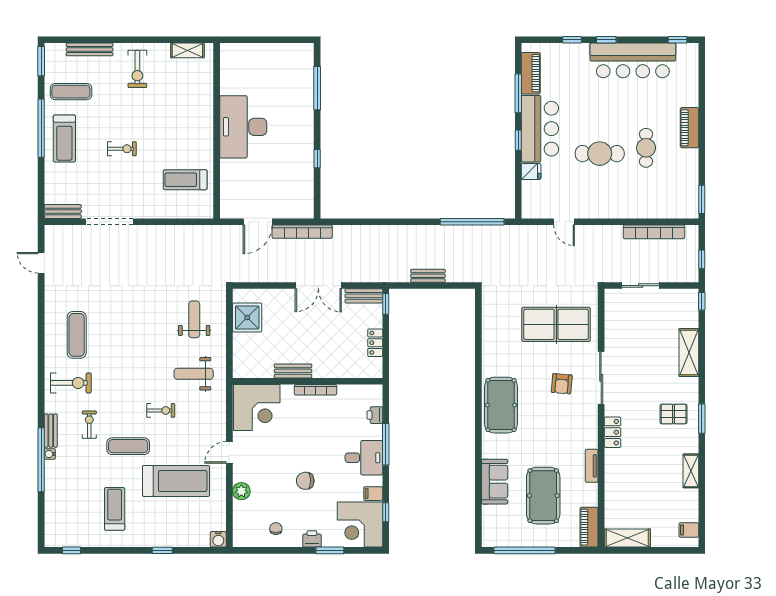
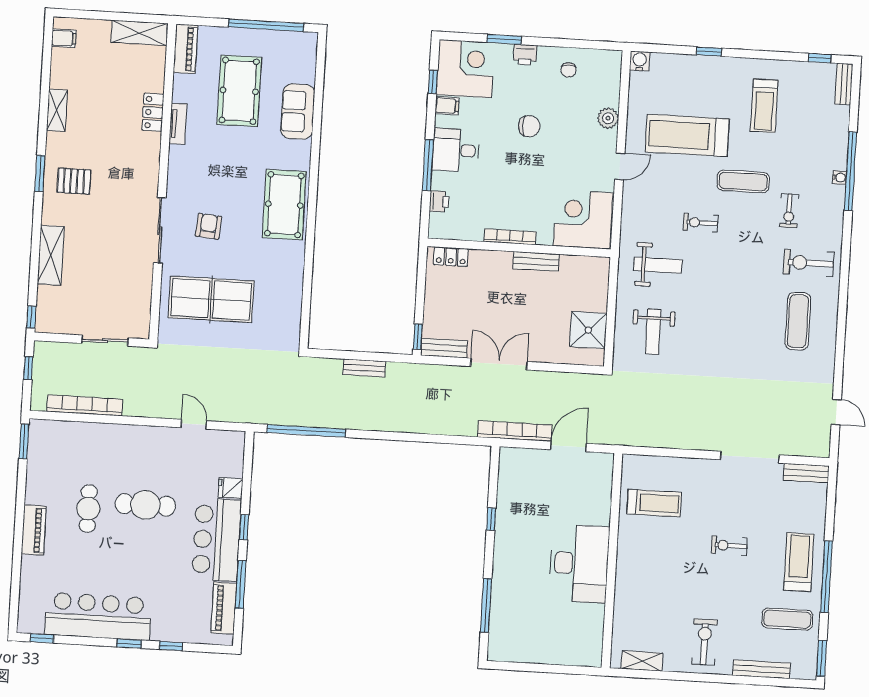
locker: (375, 343) -> (451, 257), moved, turned 90
bench: (51, 431) -> (844, 84), moved
locker: (613, 432) -> (153, 112), moved

